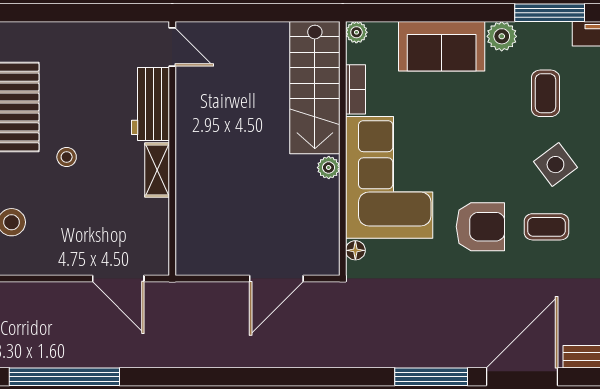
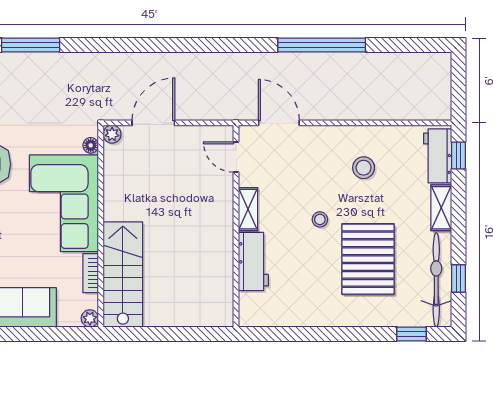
door: (172, 47) -> (236, 157), moved
plant: (329, 168) -> (112, 134), moved

